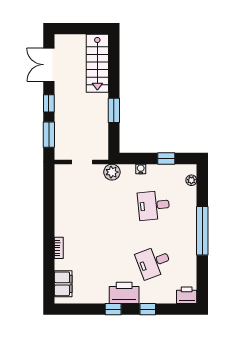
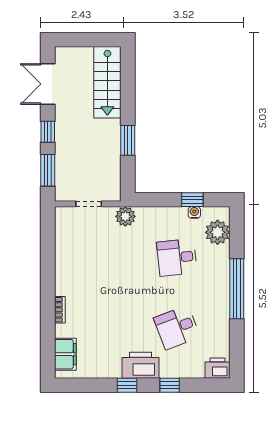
water cooler: (141, 169) -> (194, 212), moved
plant: (191, 180) -> (218, 232), width x1.88, depth x1.88

